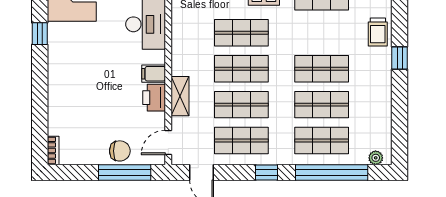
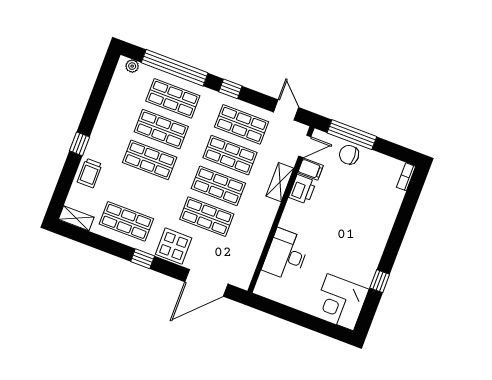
trolley: (378, 32) -> (90, 173), turned 180
filing cabinet: (154, 74) -> (311, 169), moved

